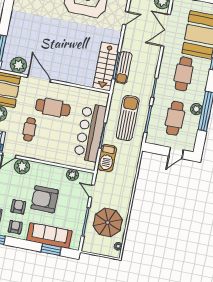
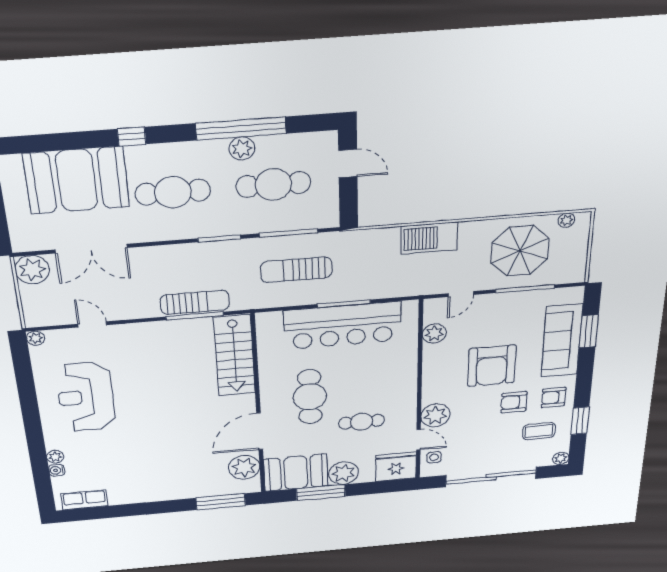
stairs: (106, 66) -> (235, 356), moved, turned 90
sun lounger: (128, 118) -> (296, 270), width x0.73, depth x0.75
barbecue: (107, 158) -> (429, 238), moved, turned 180

